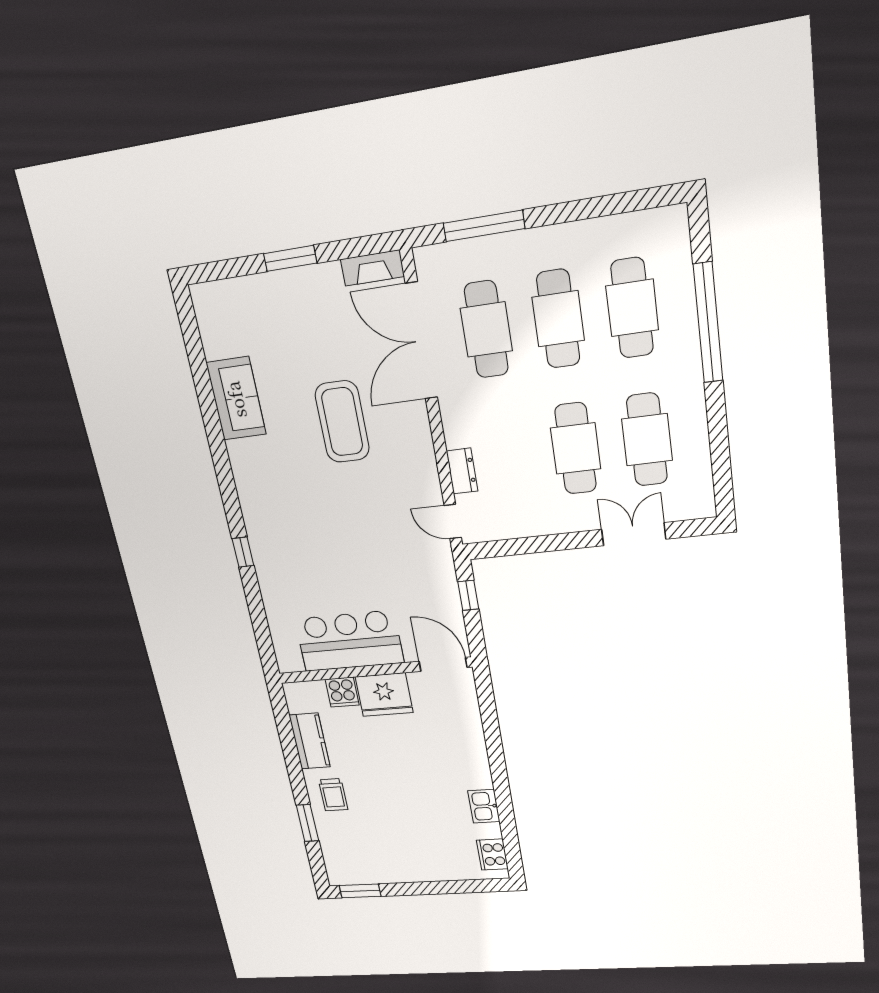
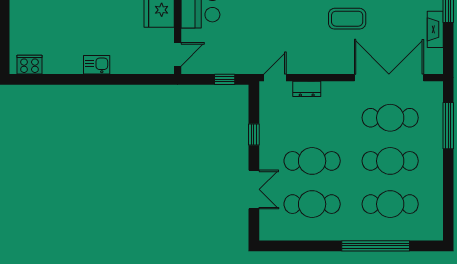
fireplace: (372, 268) -> (435, 29), moved
coffee table: (342, 422) -> (347, 19), width x0.73, depth x0.76
window: (546, 543) -> (254, 134), added
door: (443, 664) -> (178, 54), width x0.73
kitchen sink: (484, 806) -> (97, 65), moved

